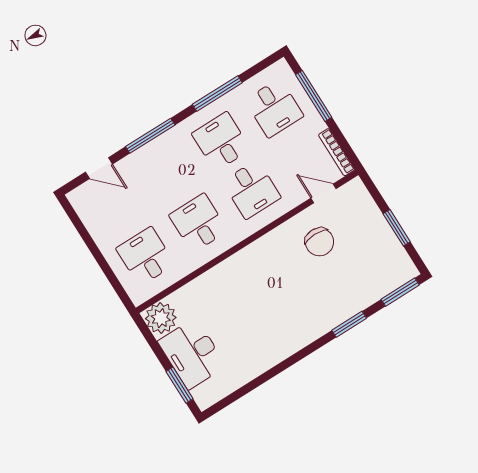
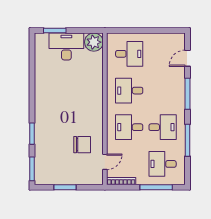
desk: (198, 223) -> (129, 91), turned 180
chair: (319, 242) -> (82, 145), turned 180

